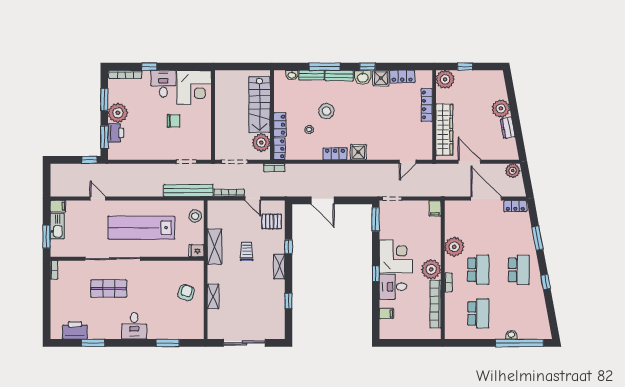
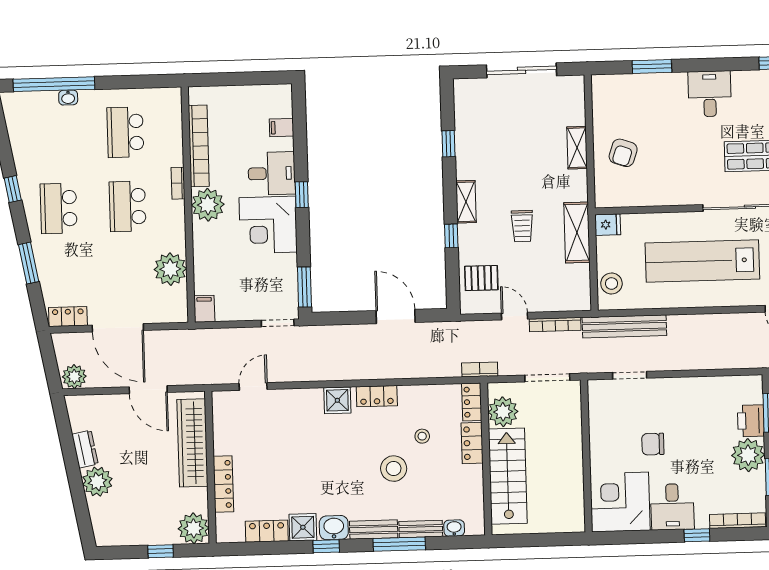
lab bench: (141, 228) -> (702, 261), turned 180
plant: (454, 247) -> (170, 269), moved

